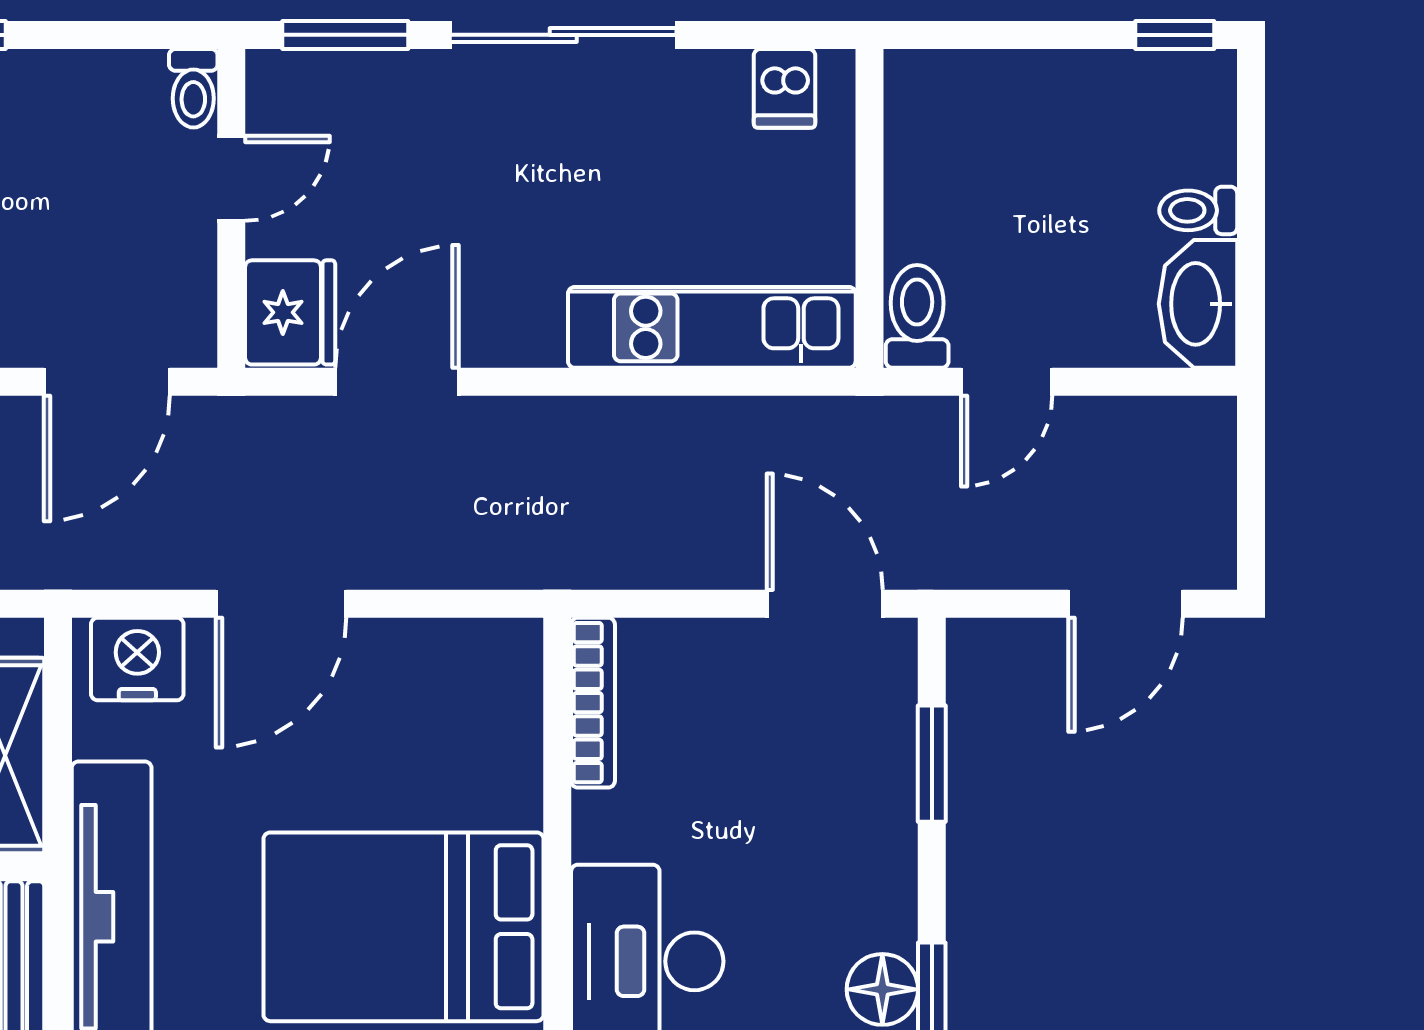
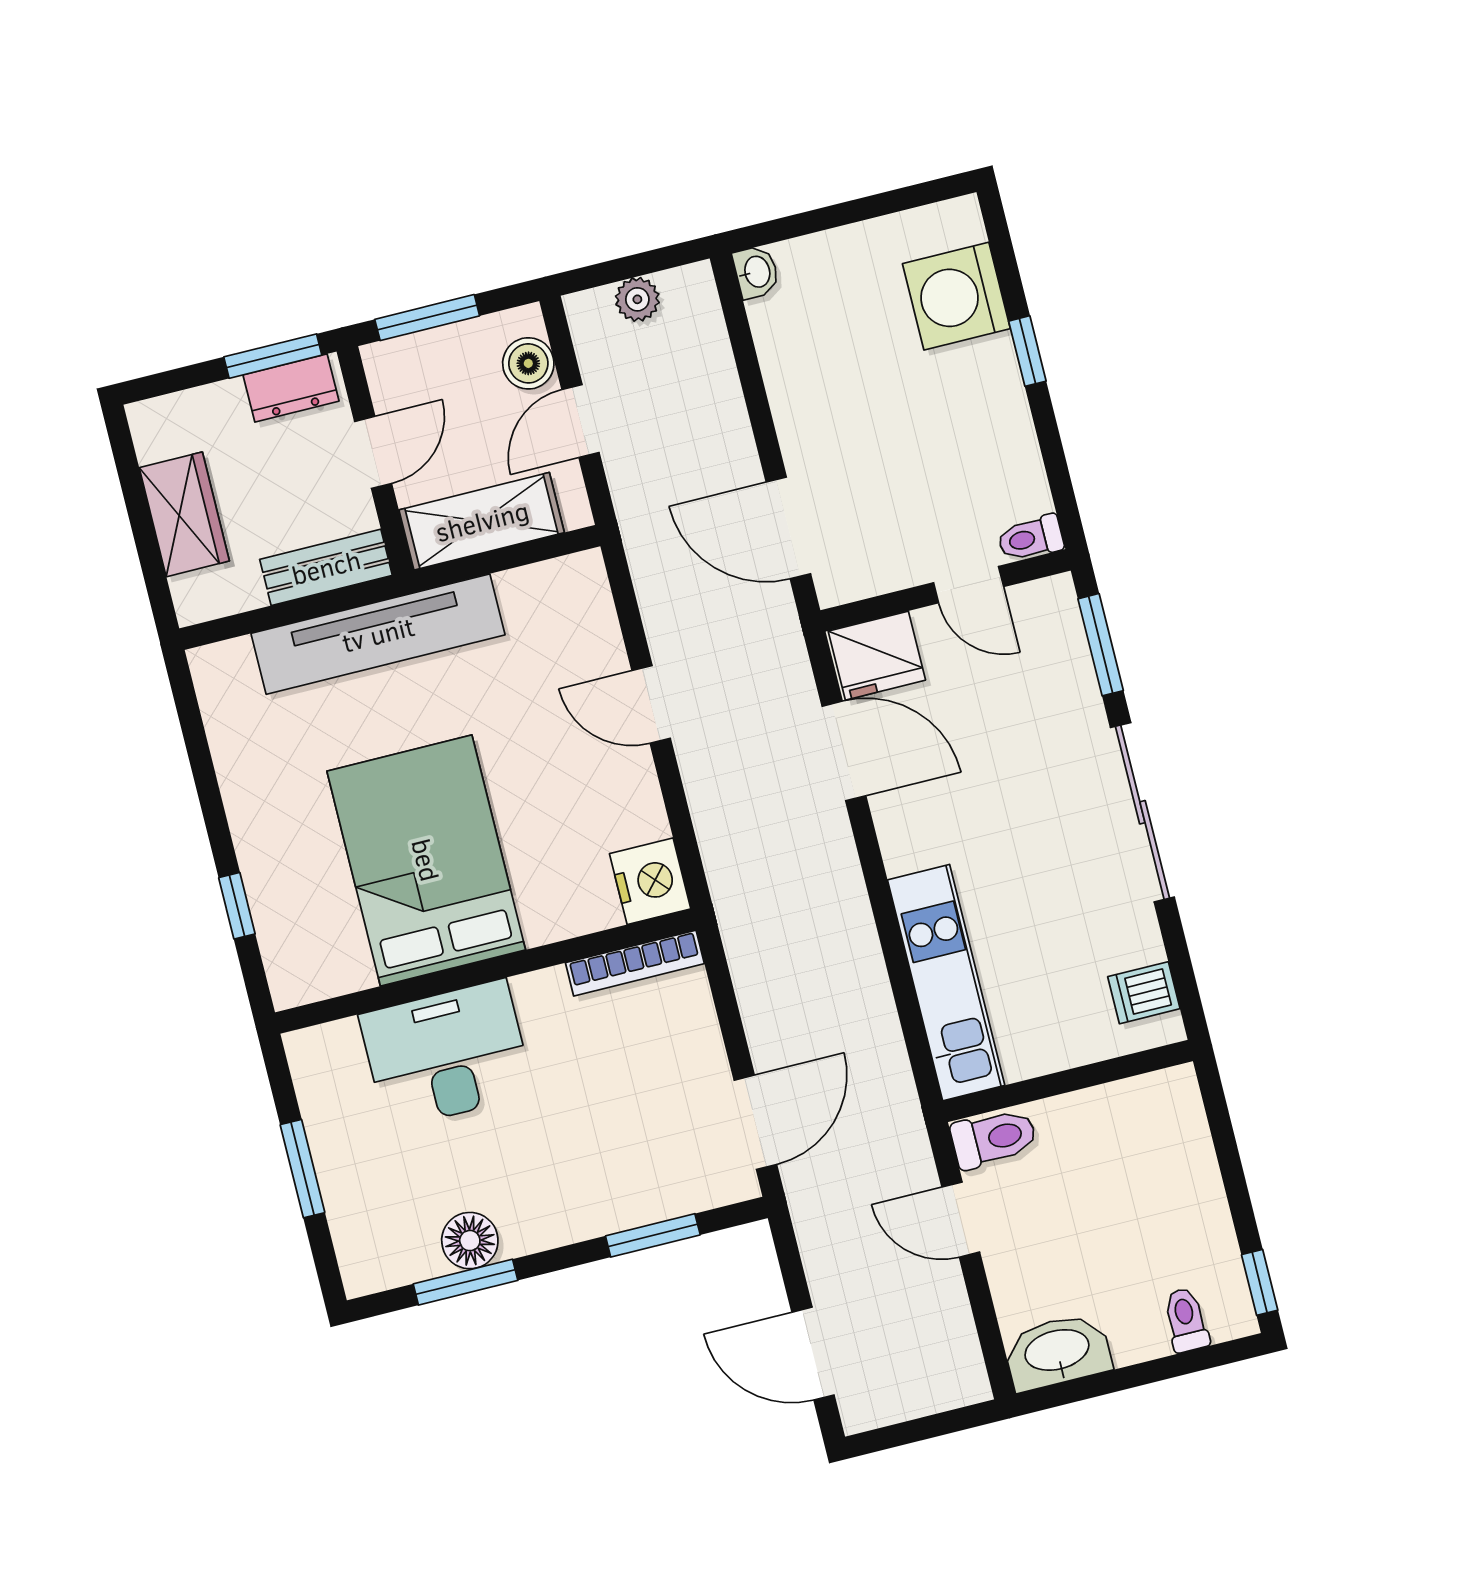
toilet: (1198, 210) -> (1186, 1320), moved
door: (281, 604) -> (651, 704), width x0.73
nightstand: (137, 659) -> (650, 881), moved

